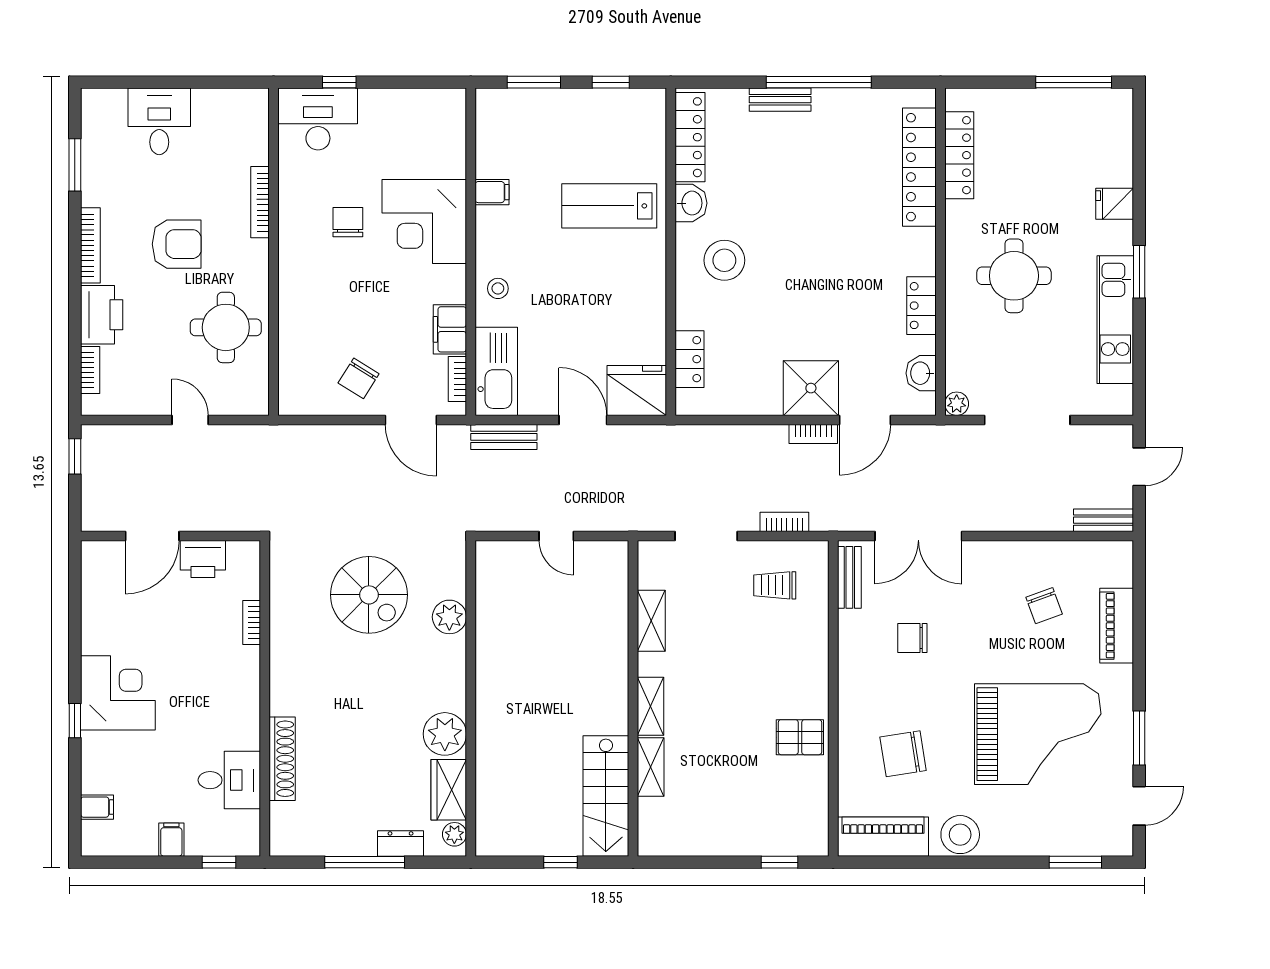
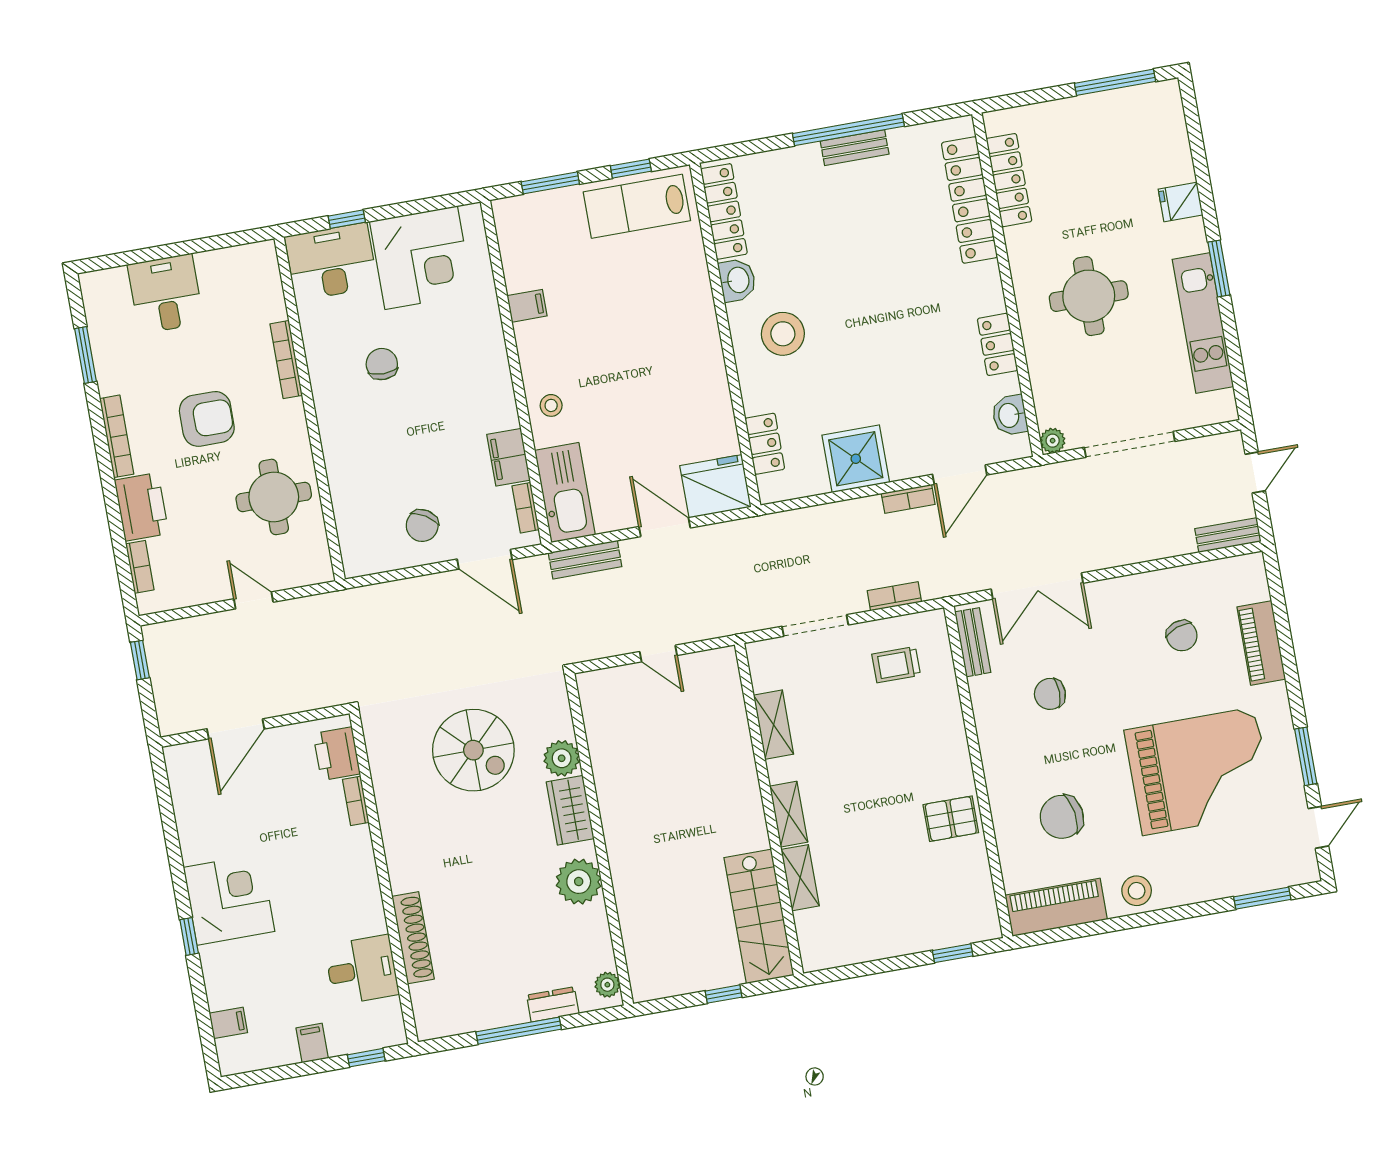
bench: (780, 100) -> (855, 148), moved
lab bench: (609, 206) -> (637, 206), moved
corner desk: (424, 221) -> (421, 258), moved, turned -90
shower: (811, 388) -> (856, 459), moved
printer: (203, 559) -> (337, 754), moved, turned 90
wardrobe: (449, 790) -> (570, 810), moved
stool: (960, 835) -> (1137, 891), width x0.73, depth x0.73

